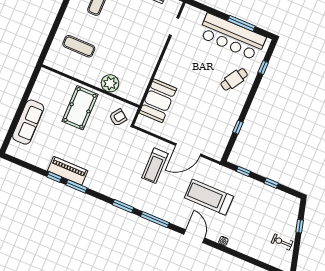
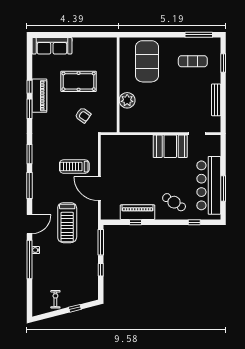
exercise mat: (79, 46) -> (147, 61), width x2.00, depth x1.45
booth: (158, 101) -> (170, 146), moved
pool table: (80, 108) -> (79, 81), moved
armchair: (118, 117) -> (83, 115), moved
piano: (229, 121) -> (138, 212), added
sofa: (28, 122) -> (52, 46), moved
window: (243, 171) -> (101, 242), width x2.17
treadmill: (209, 197) -> (67, 223), turned 180
window: (230, 251) -> (29, 260), added

